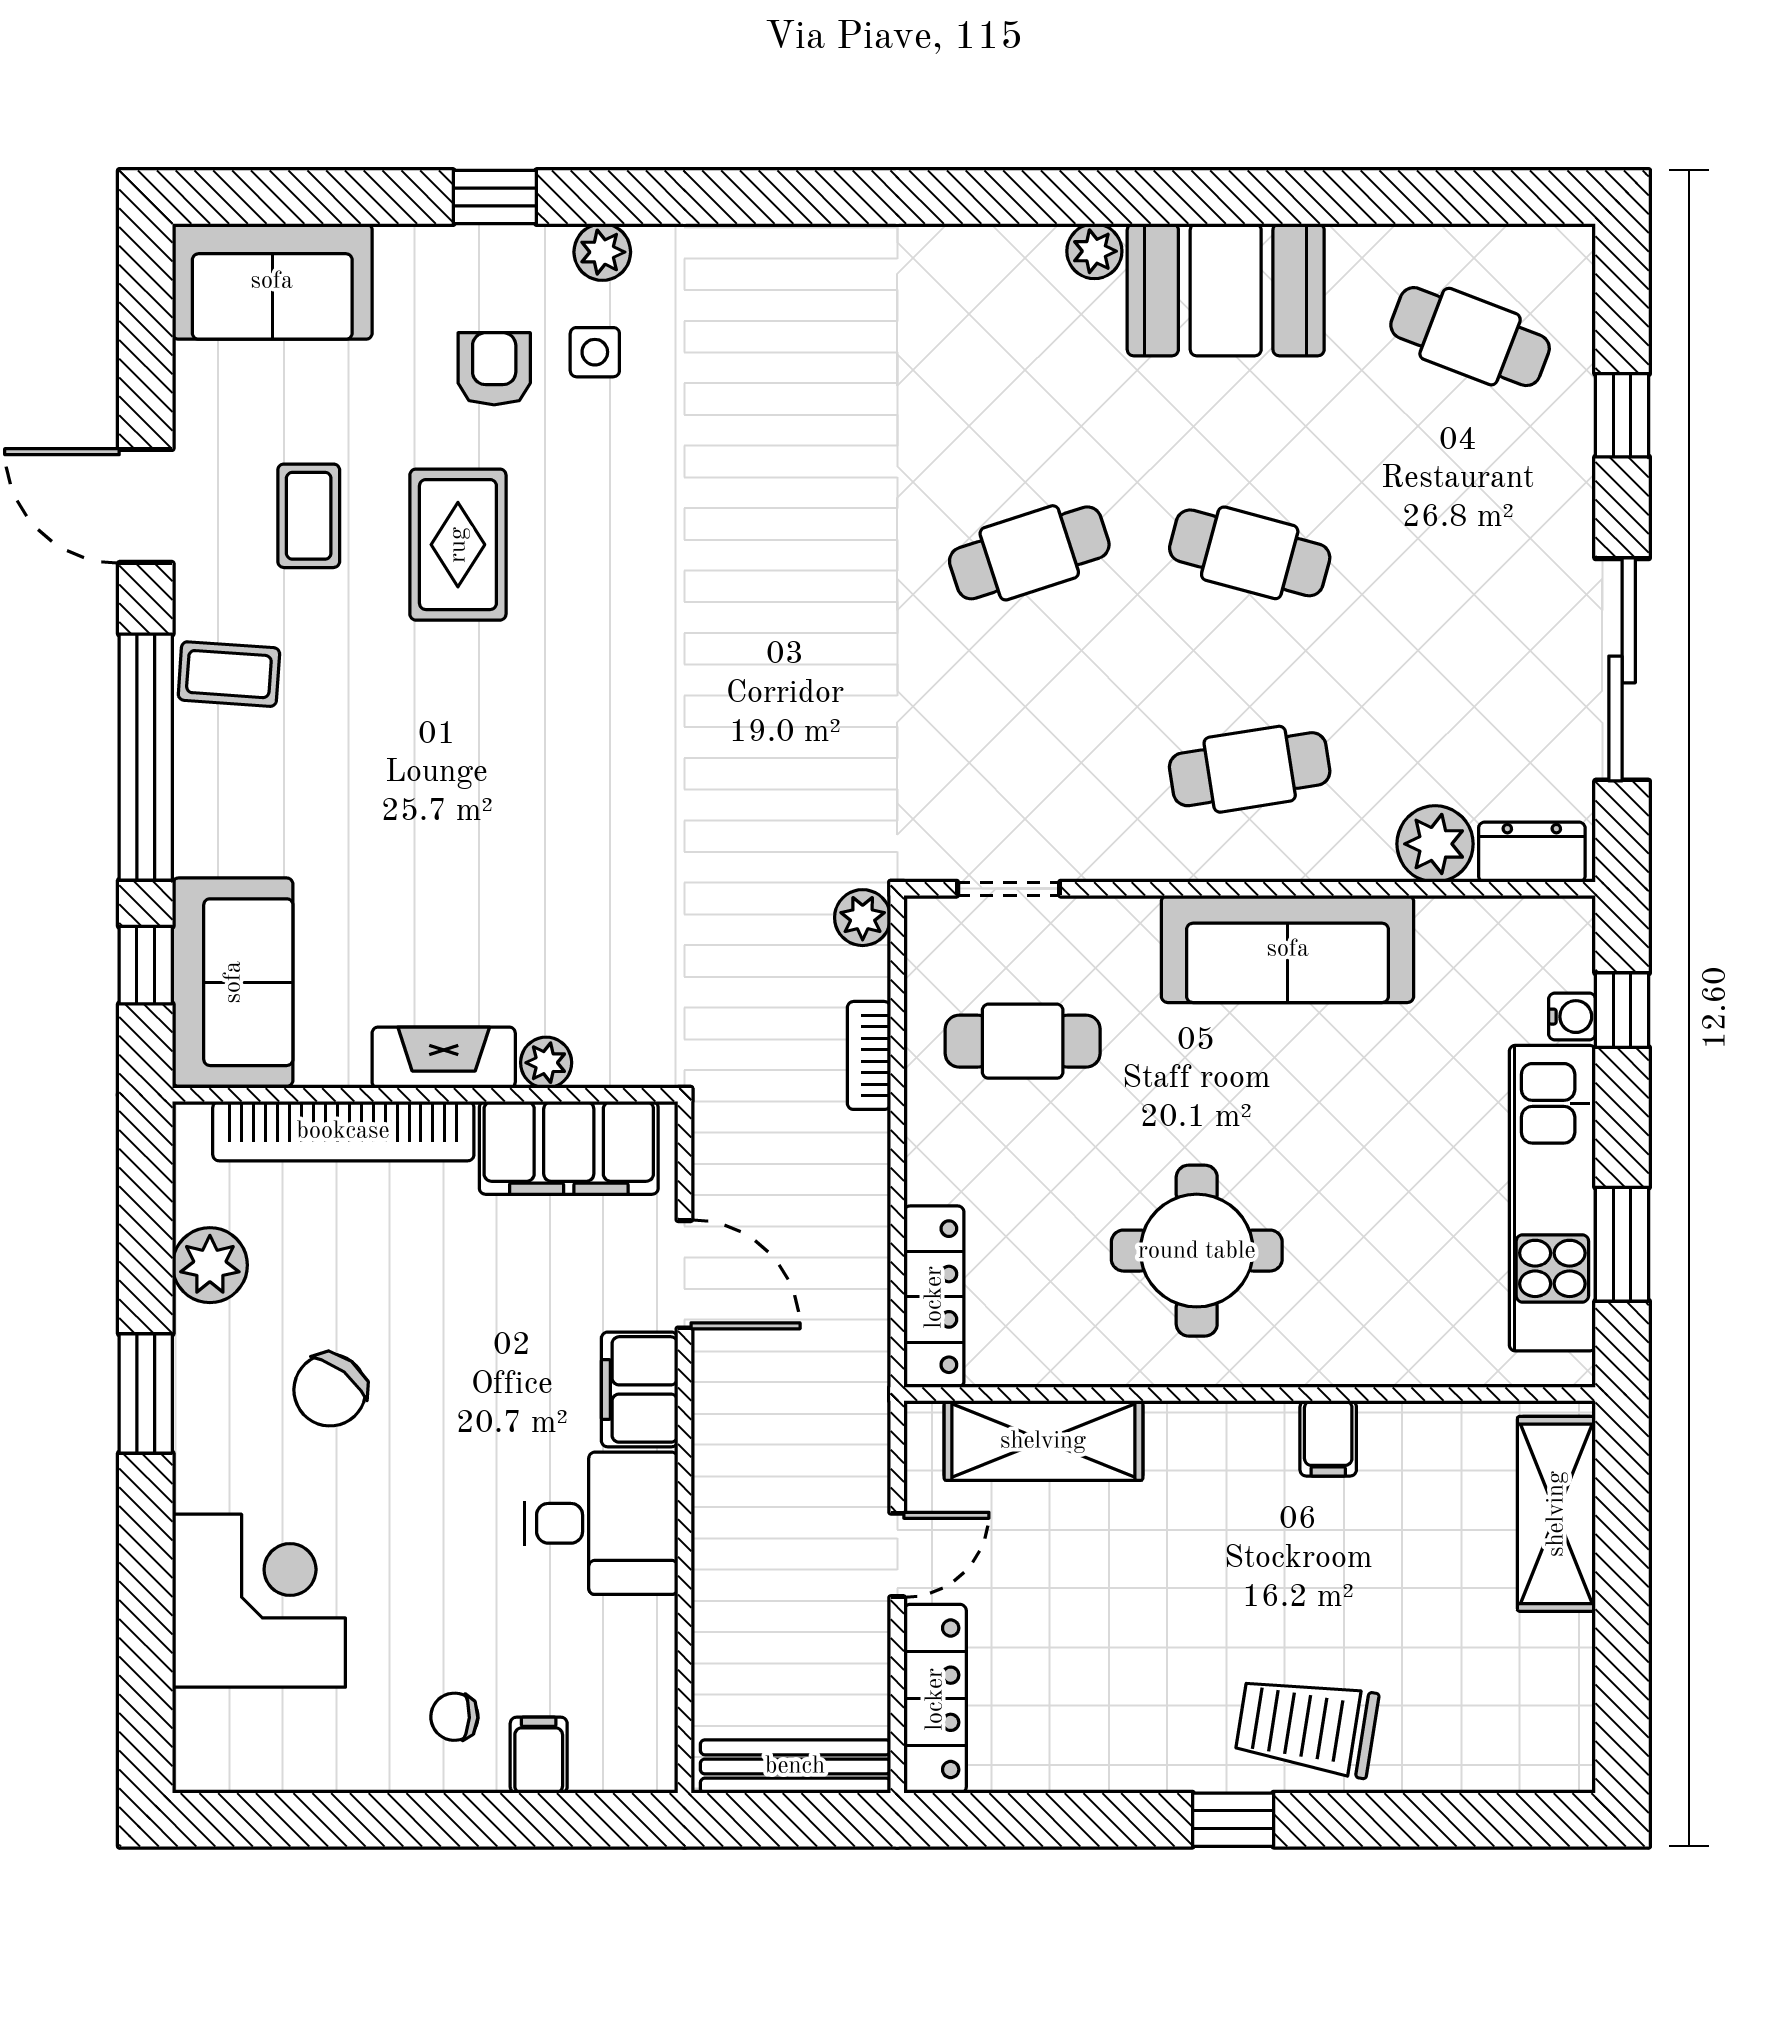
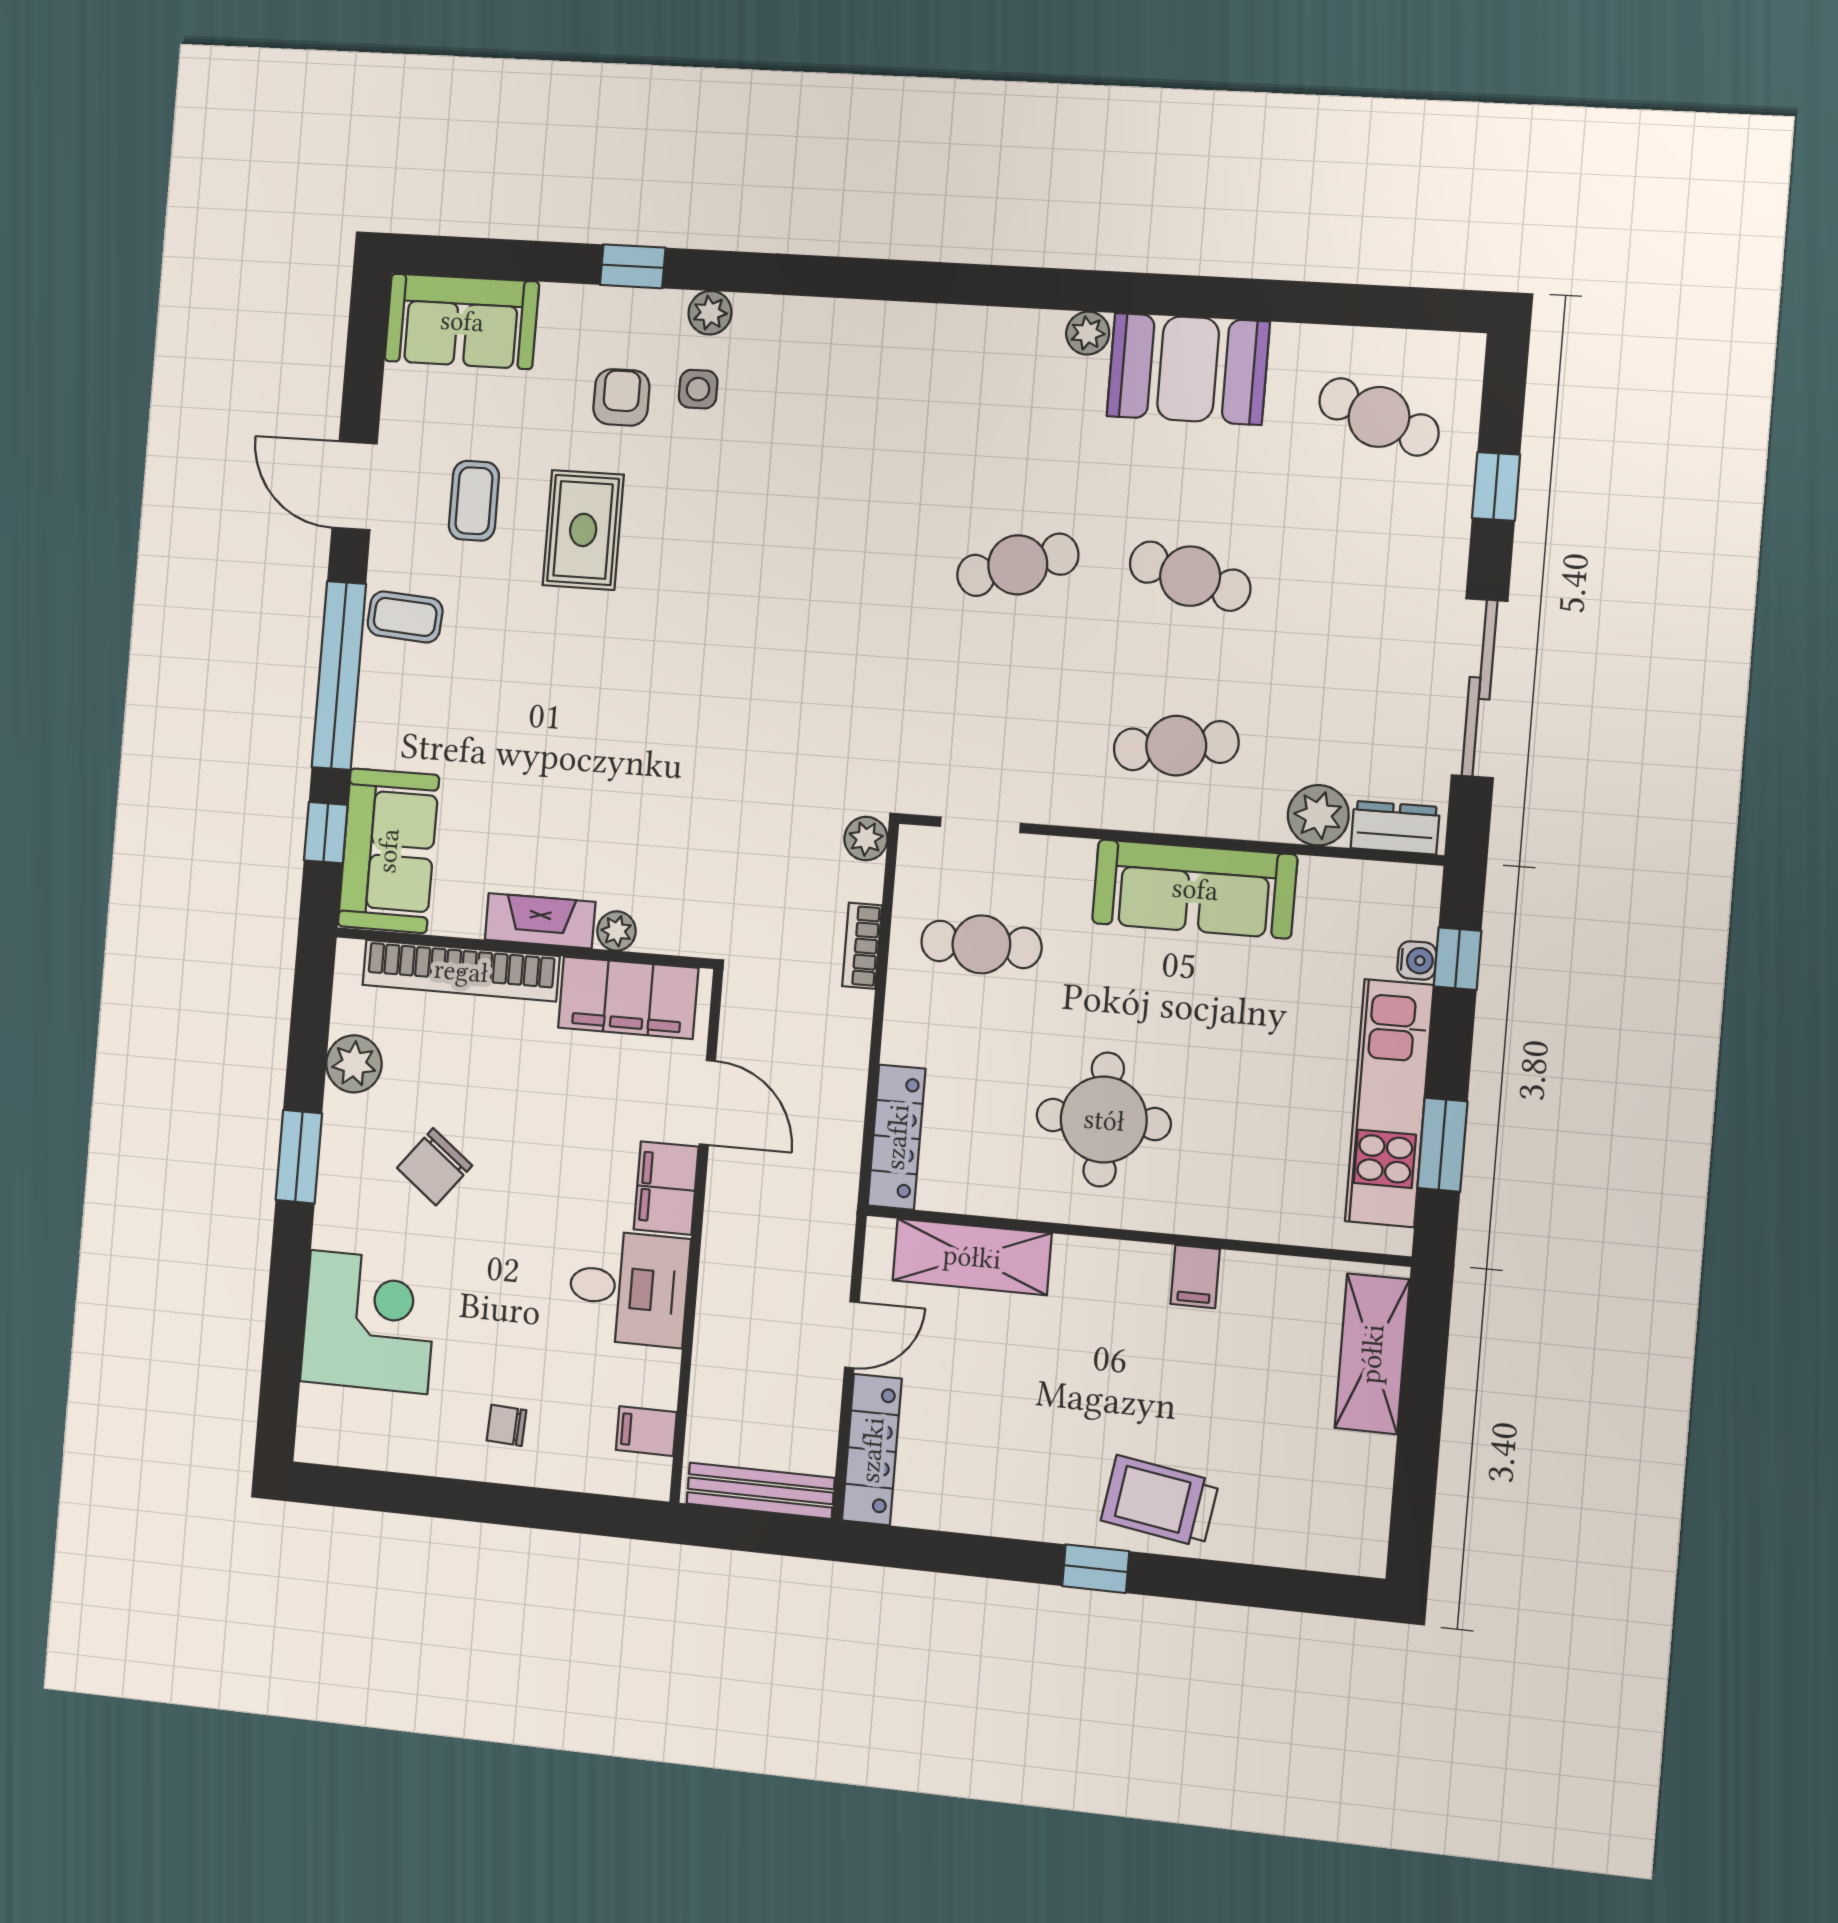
filing cabinet: (539, 1755) -> (646, 1431), moved, turned -90

